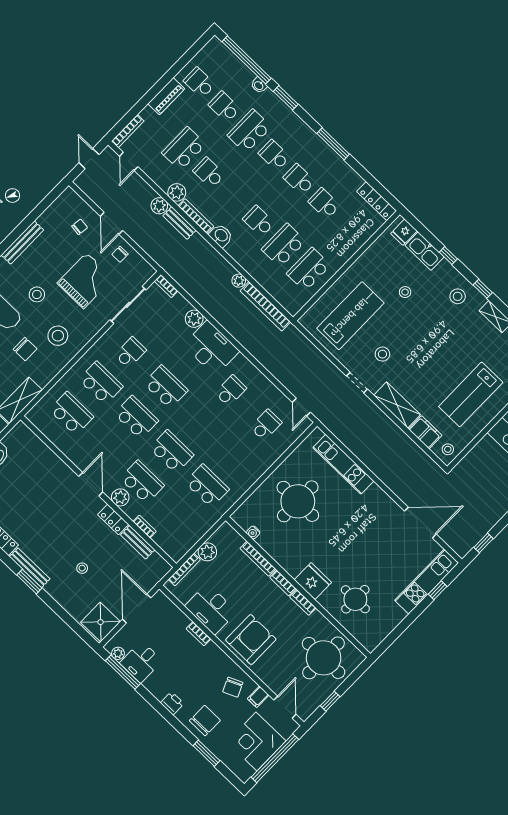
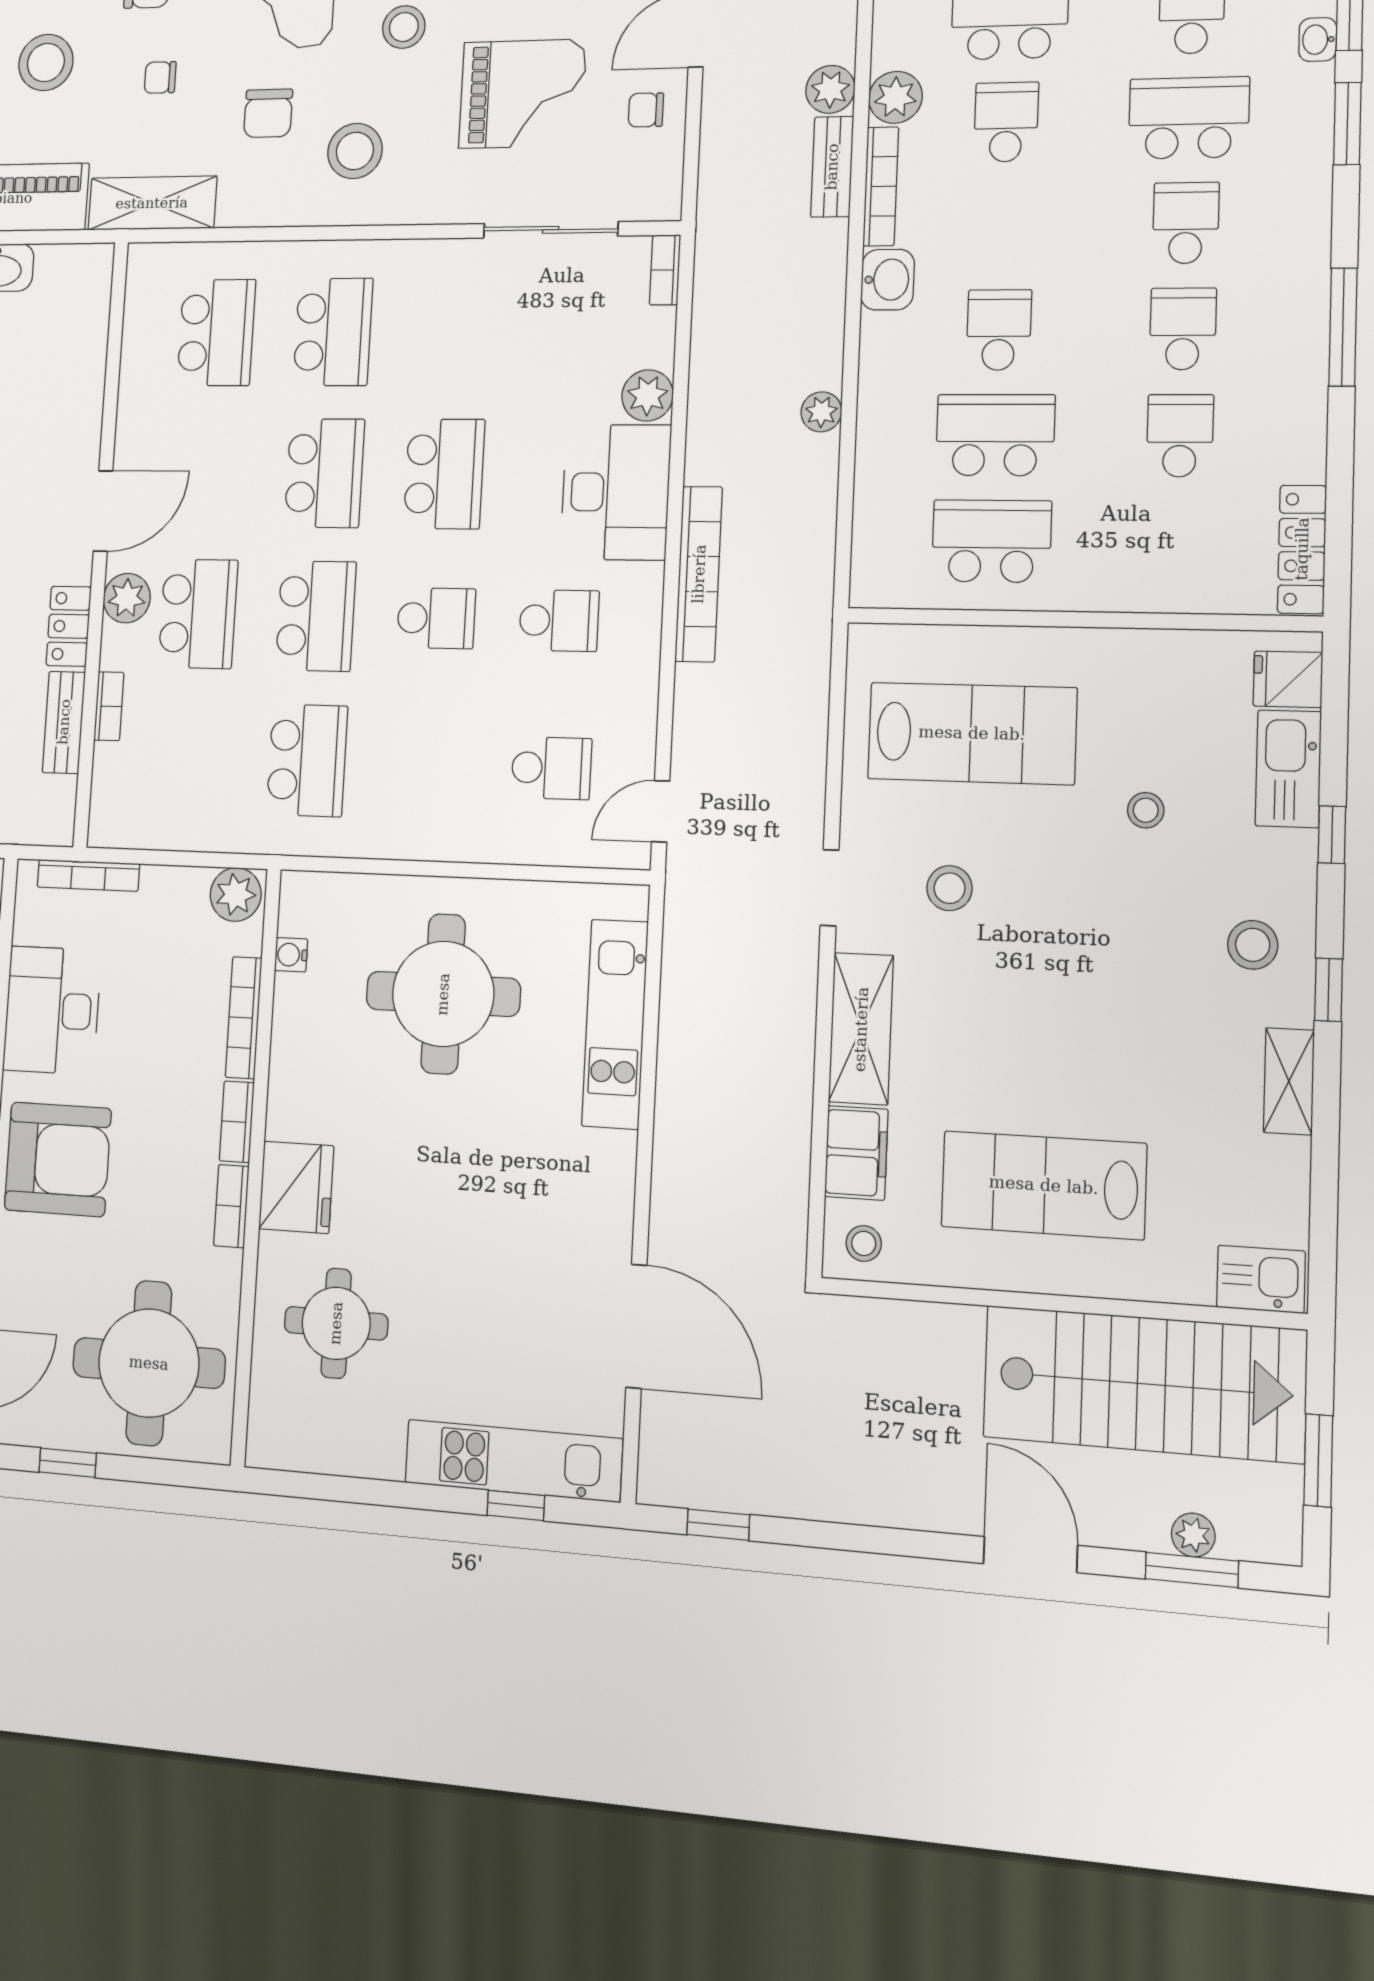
bookcase: (265, 306) -> (699, 574), moved, turned 180
school desk: (130, 353) -> (436, 618), moved
plant: (207, 552) -> (236, 895), moved

